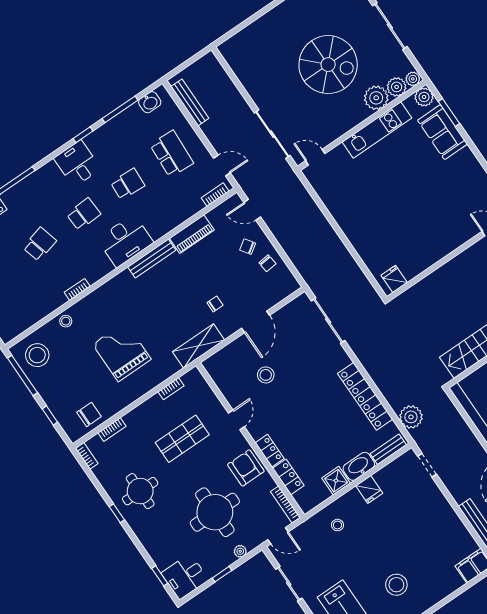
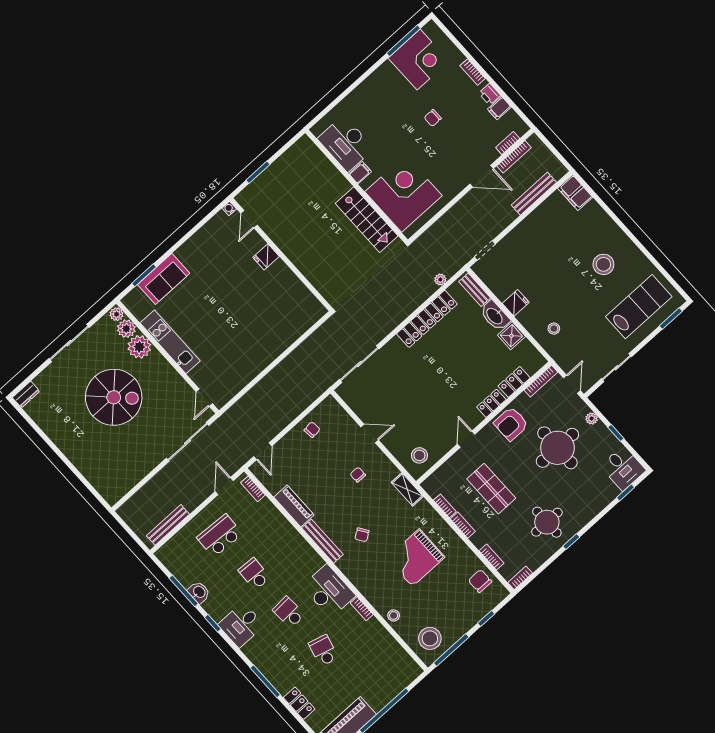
spiral stairs: (328, 65) -> (114, 397), turned 90
plant: (424, 97) -> (132, 301), removed
washbasin: (150, 102) -> (199, 592), moved
desk: (125, 241) -> (329, 591), moved
school desk: (40, 244) -> (323, 651), turned 30
chair: (248, 247) -> (362, 535), moved
fridge: (394, 279) -> (266, 257), moved
door: (256, 322) -> (370, 433), width x0.73
shelving: (198, 346) -> (407, 489), width x0.67, depth x0.75
stool: (266, 375) -> (419, 455), moved
bookcase: (149, 404) -> (463, 525), added
plant: (411, 417) -> (440, 280), width x0.53, depth x0.53
door: (236, 420) -> (466, 439), hinge flipped

